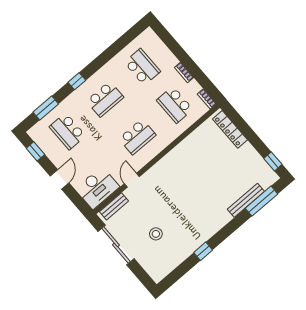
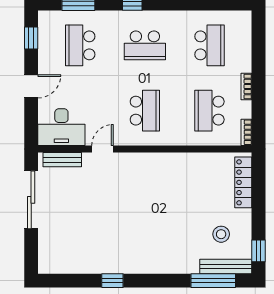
school desk: (137, 137) -> (145, 111), turned -90
bench: (246, 200) -> (226, 266), moved
stool: (156, 234) -> (221, 234), moved

